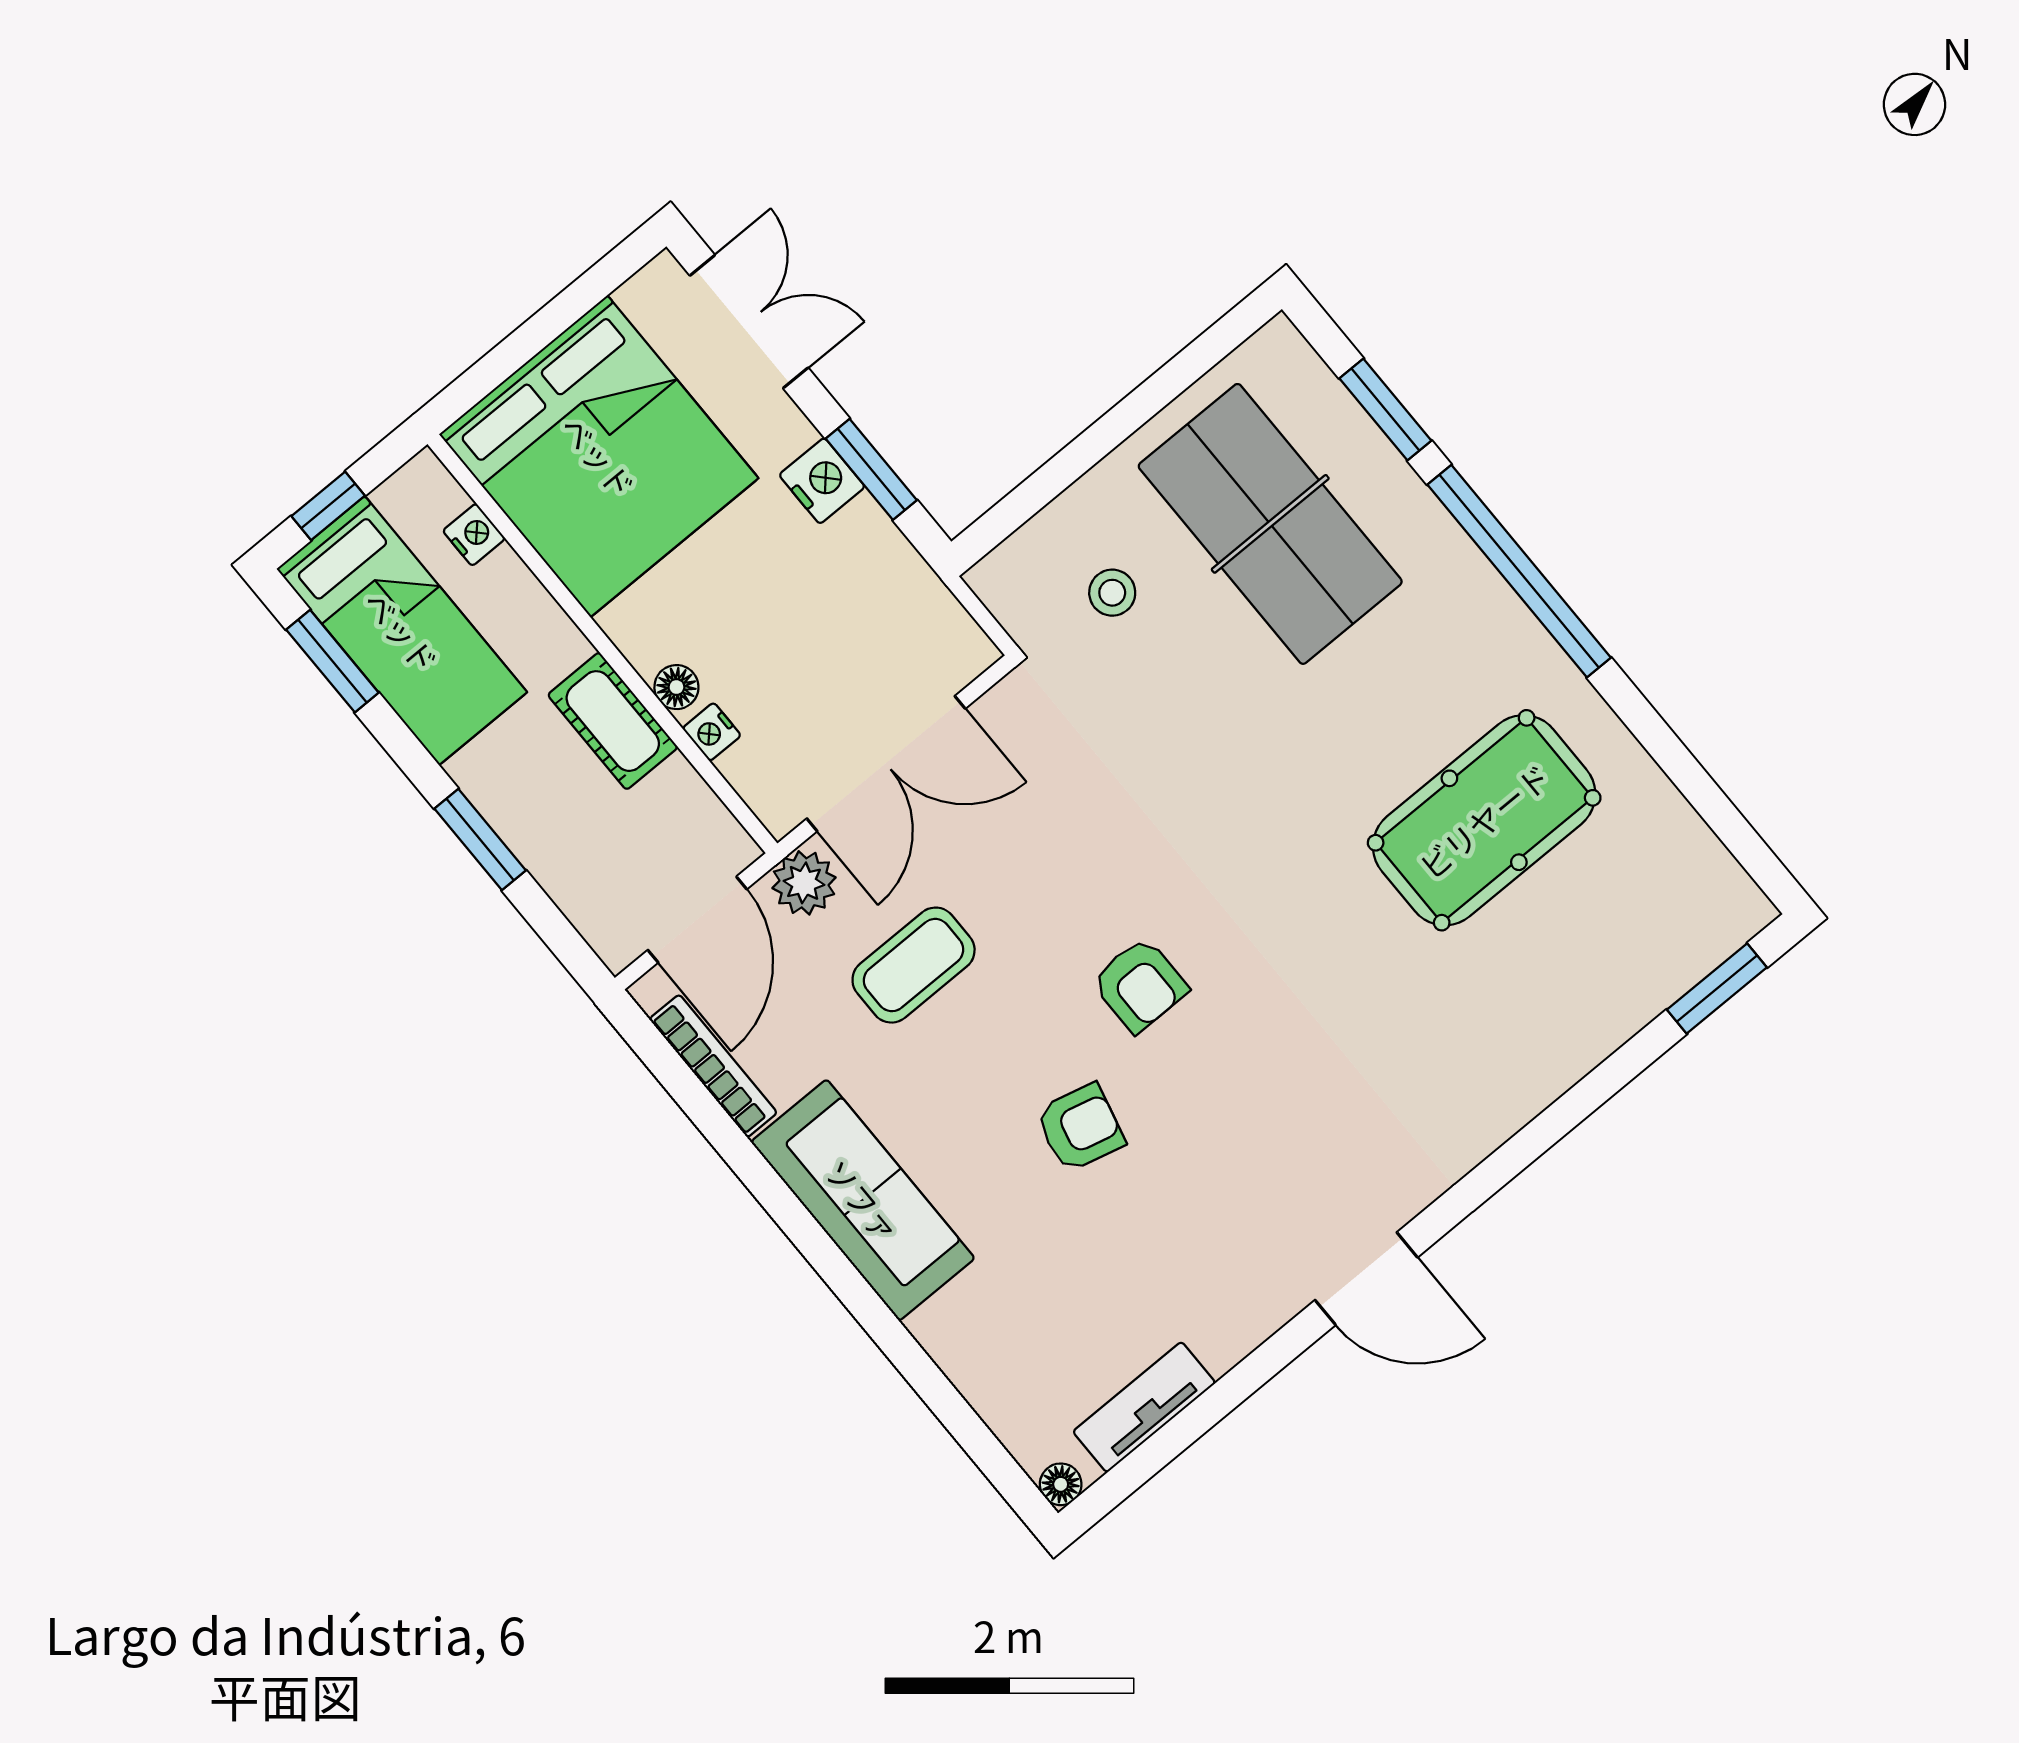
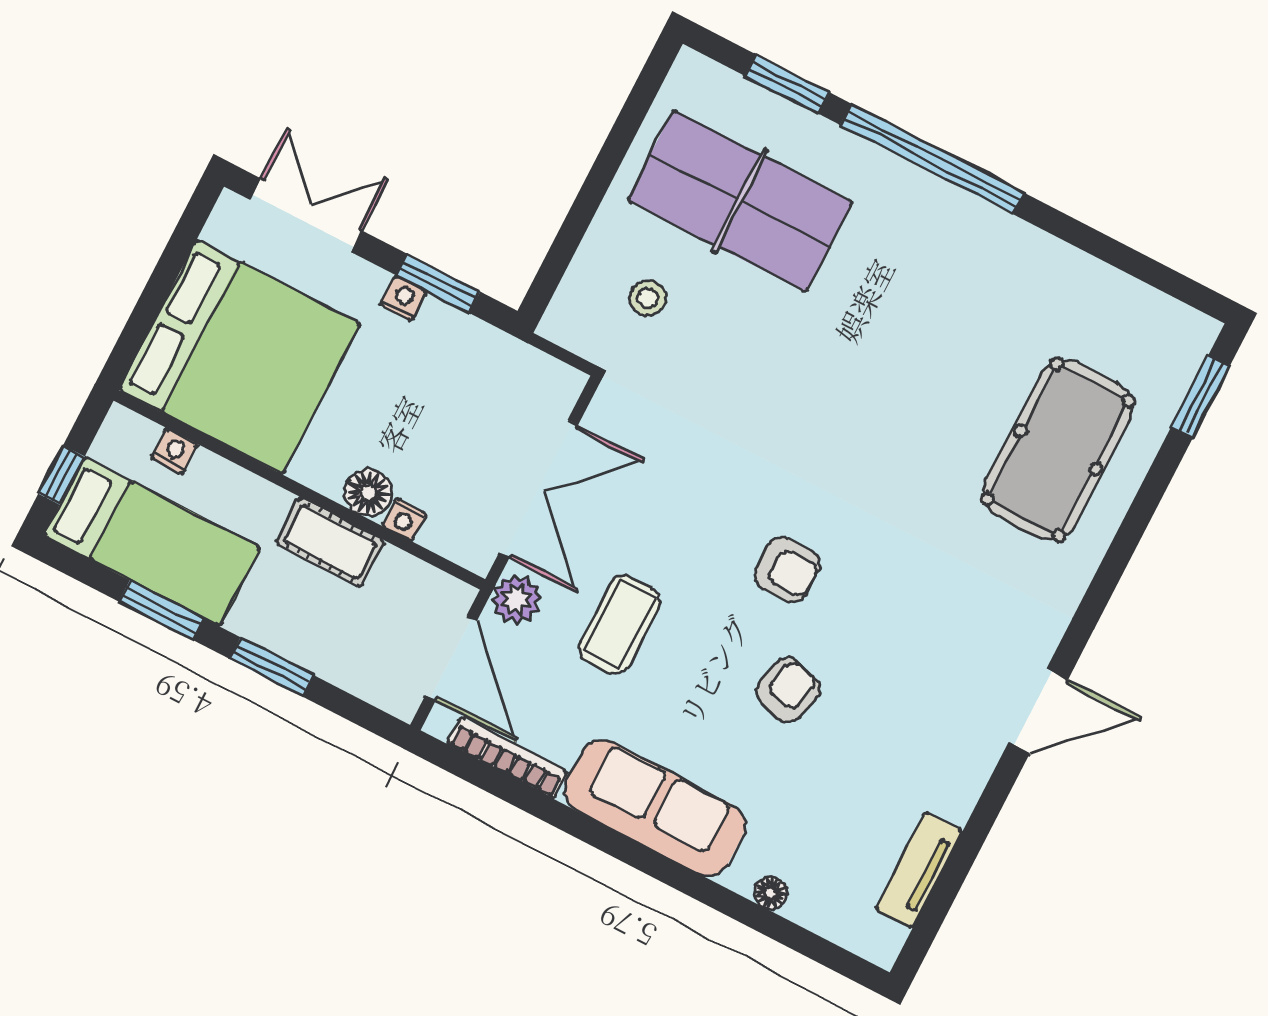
nightstand: (822, 481) -> (403, 298), width x0.72, depth x0.74
window: (332, 661) -> (161, 610), moved
floor lamp: (676, 687) -> (368, 493), width x1.37, depth x1.37
pool table: (1484, 820) -> (1058, 450), moved
floor lamp: (1061, 1484) -> (771, 893), moved

